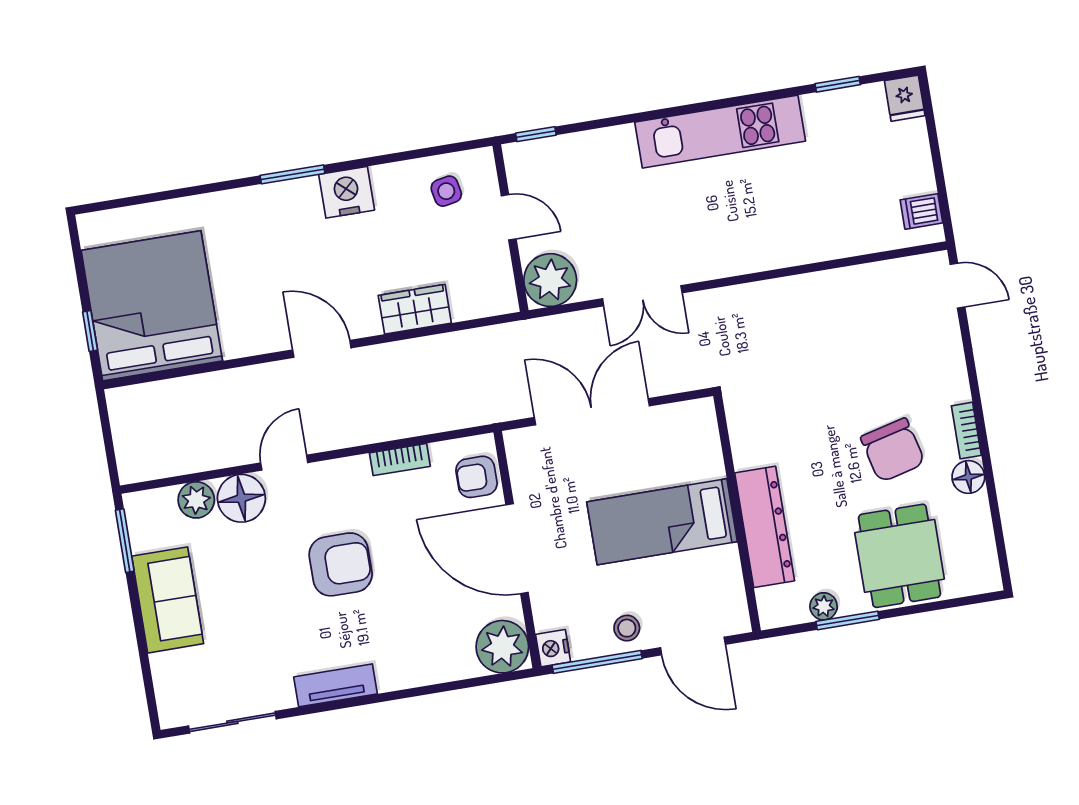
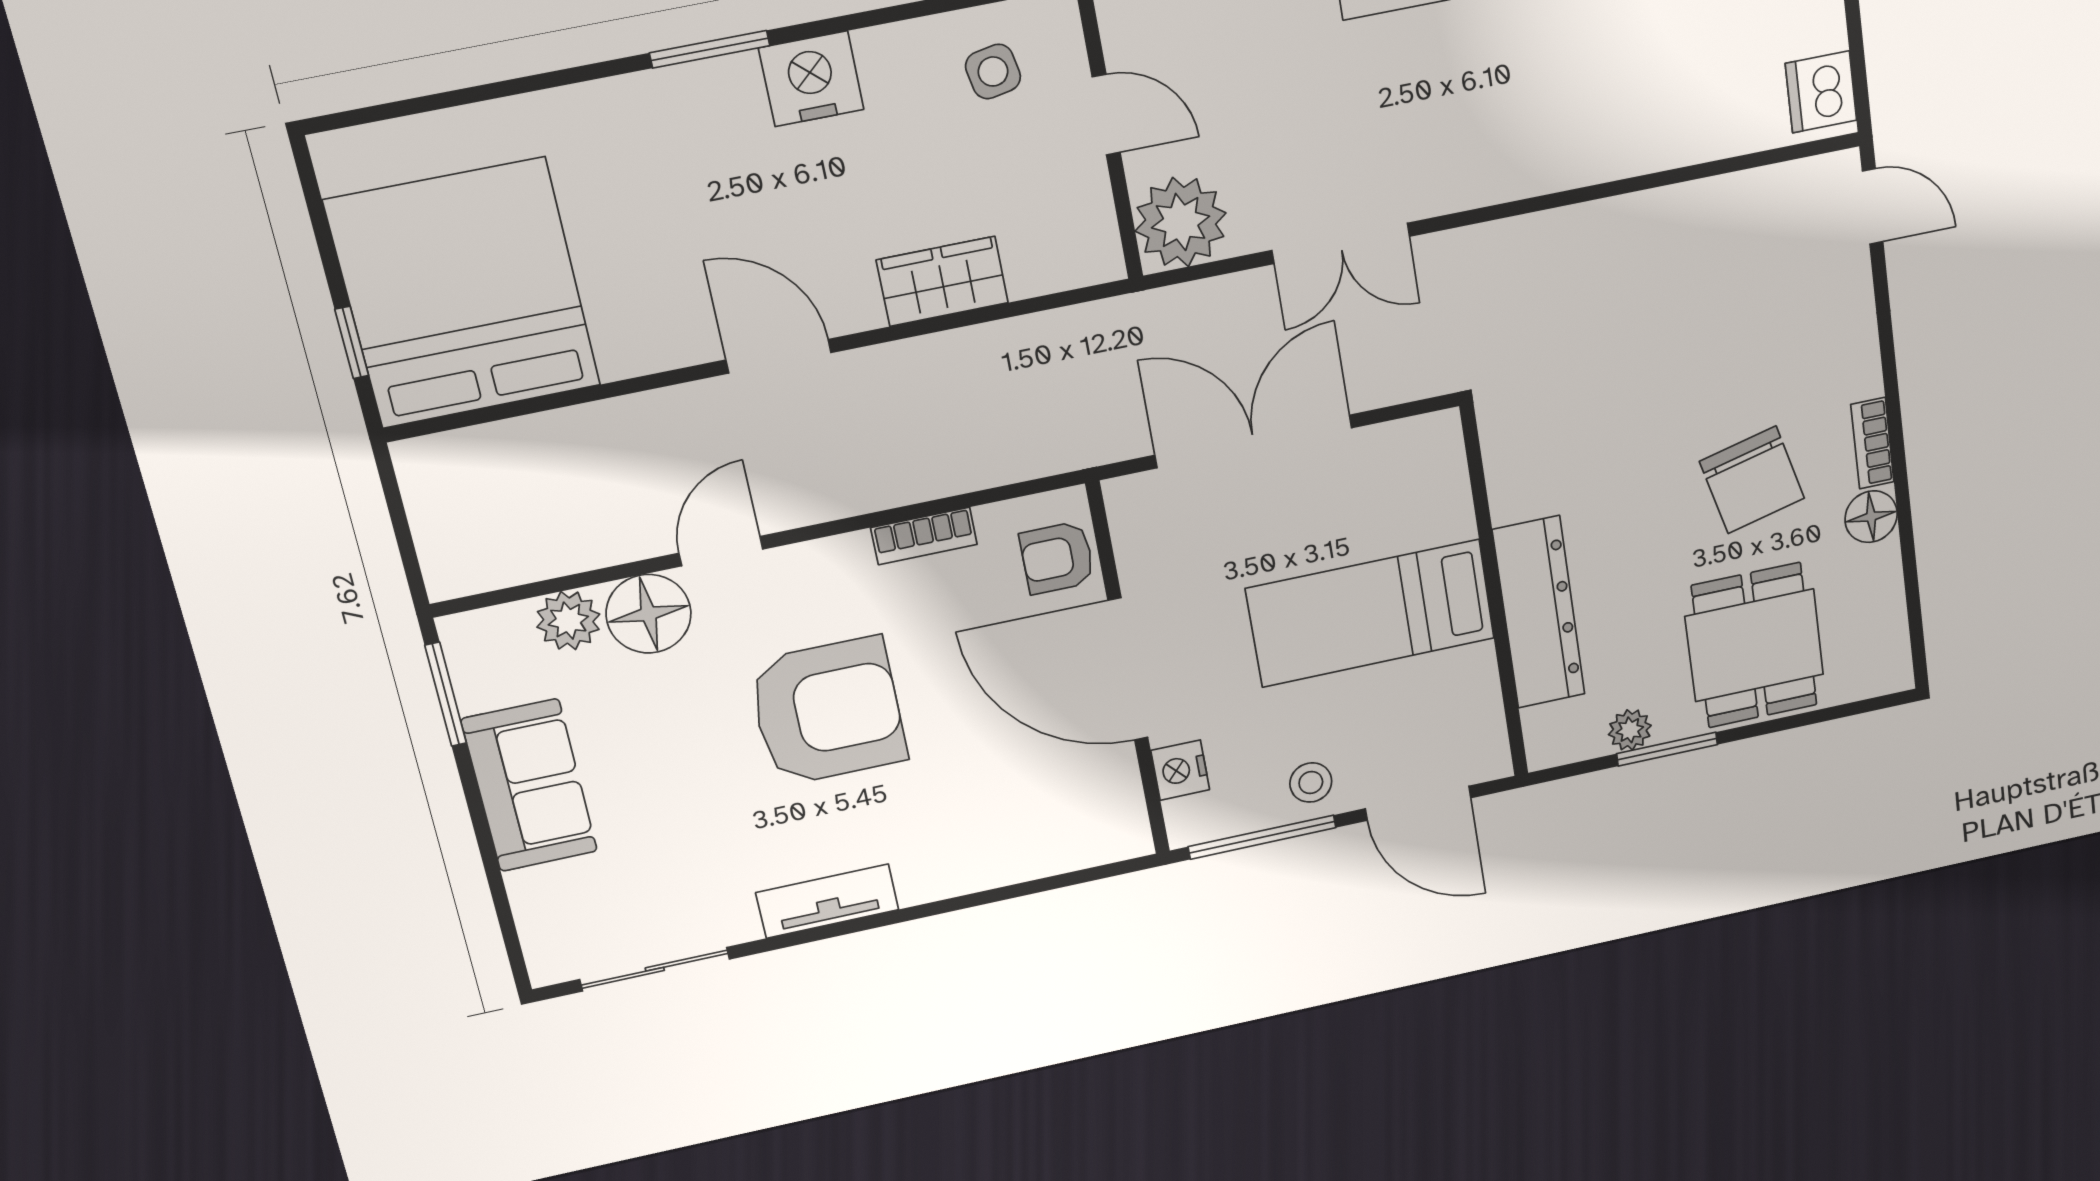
dishwasher: (921, 211) -> (1821, 92), width x1.38
armchair: (341, 564) -> (828, 711), width x1.36, depth x1.36
plant: (502, 647) -> (1106, 824), removed
nightstand: (553, 648) -> (1180, 770), moved

